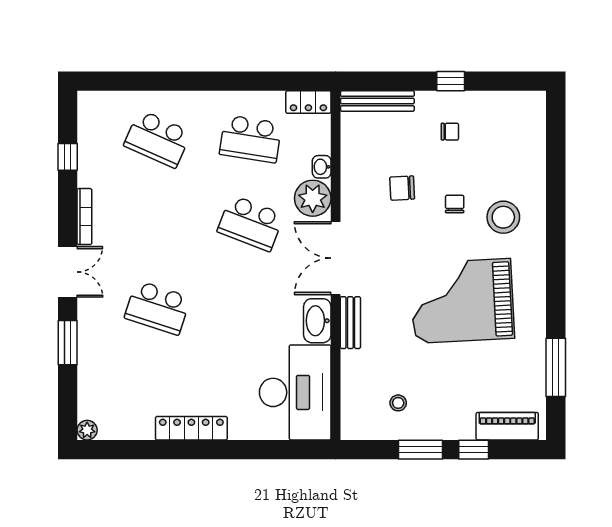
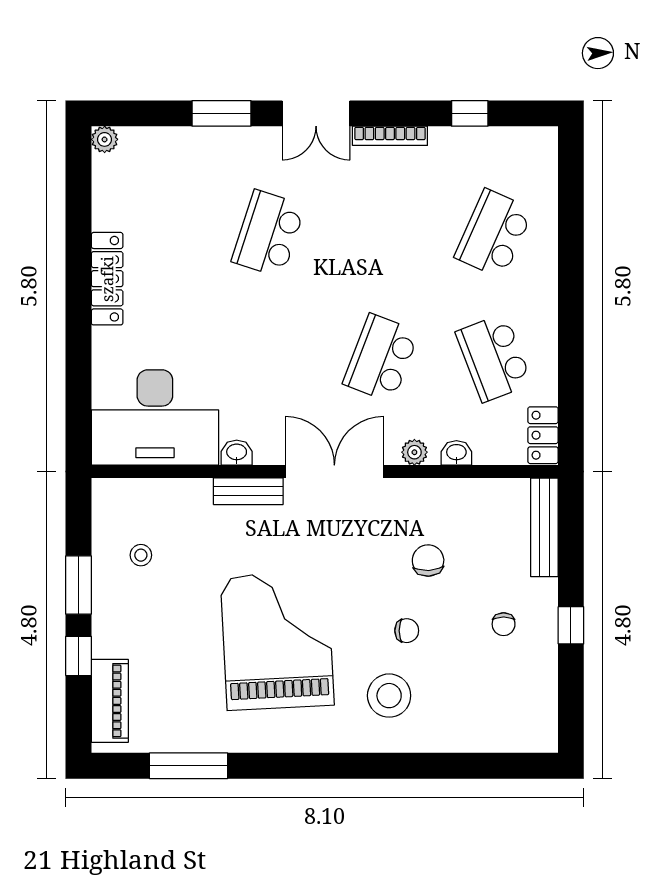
school desk: (251, 139) -> (494, 358), turned -30
plant: (313, 198) -> (414, 452), width x0.53, depth x0.53
washbasin: (317, 321) -> (237, 453), width x0.52, depth x0.69

